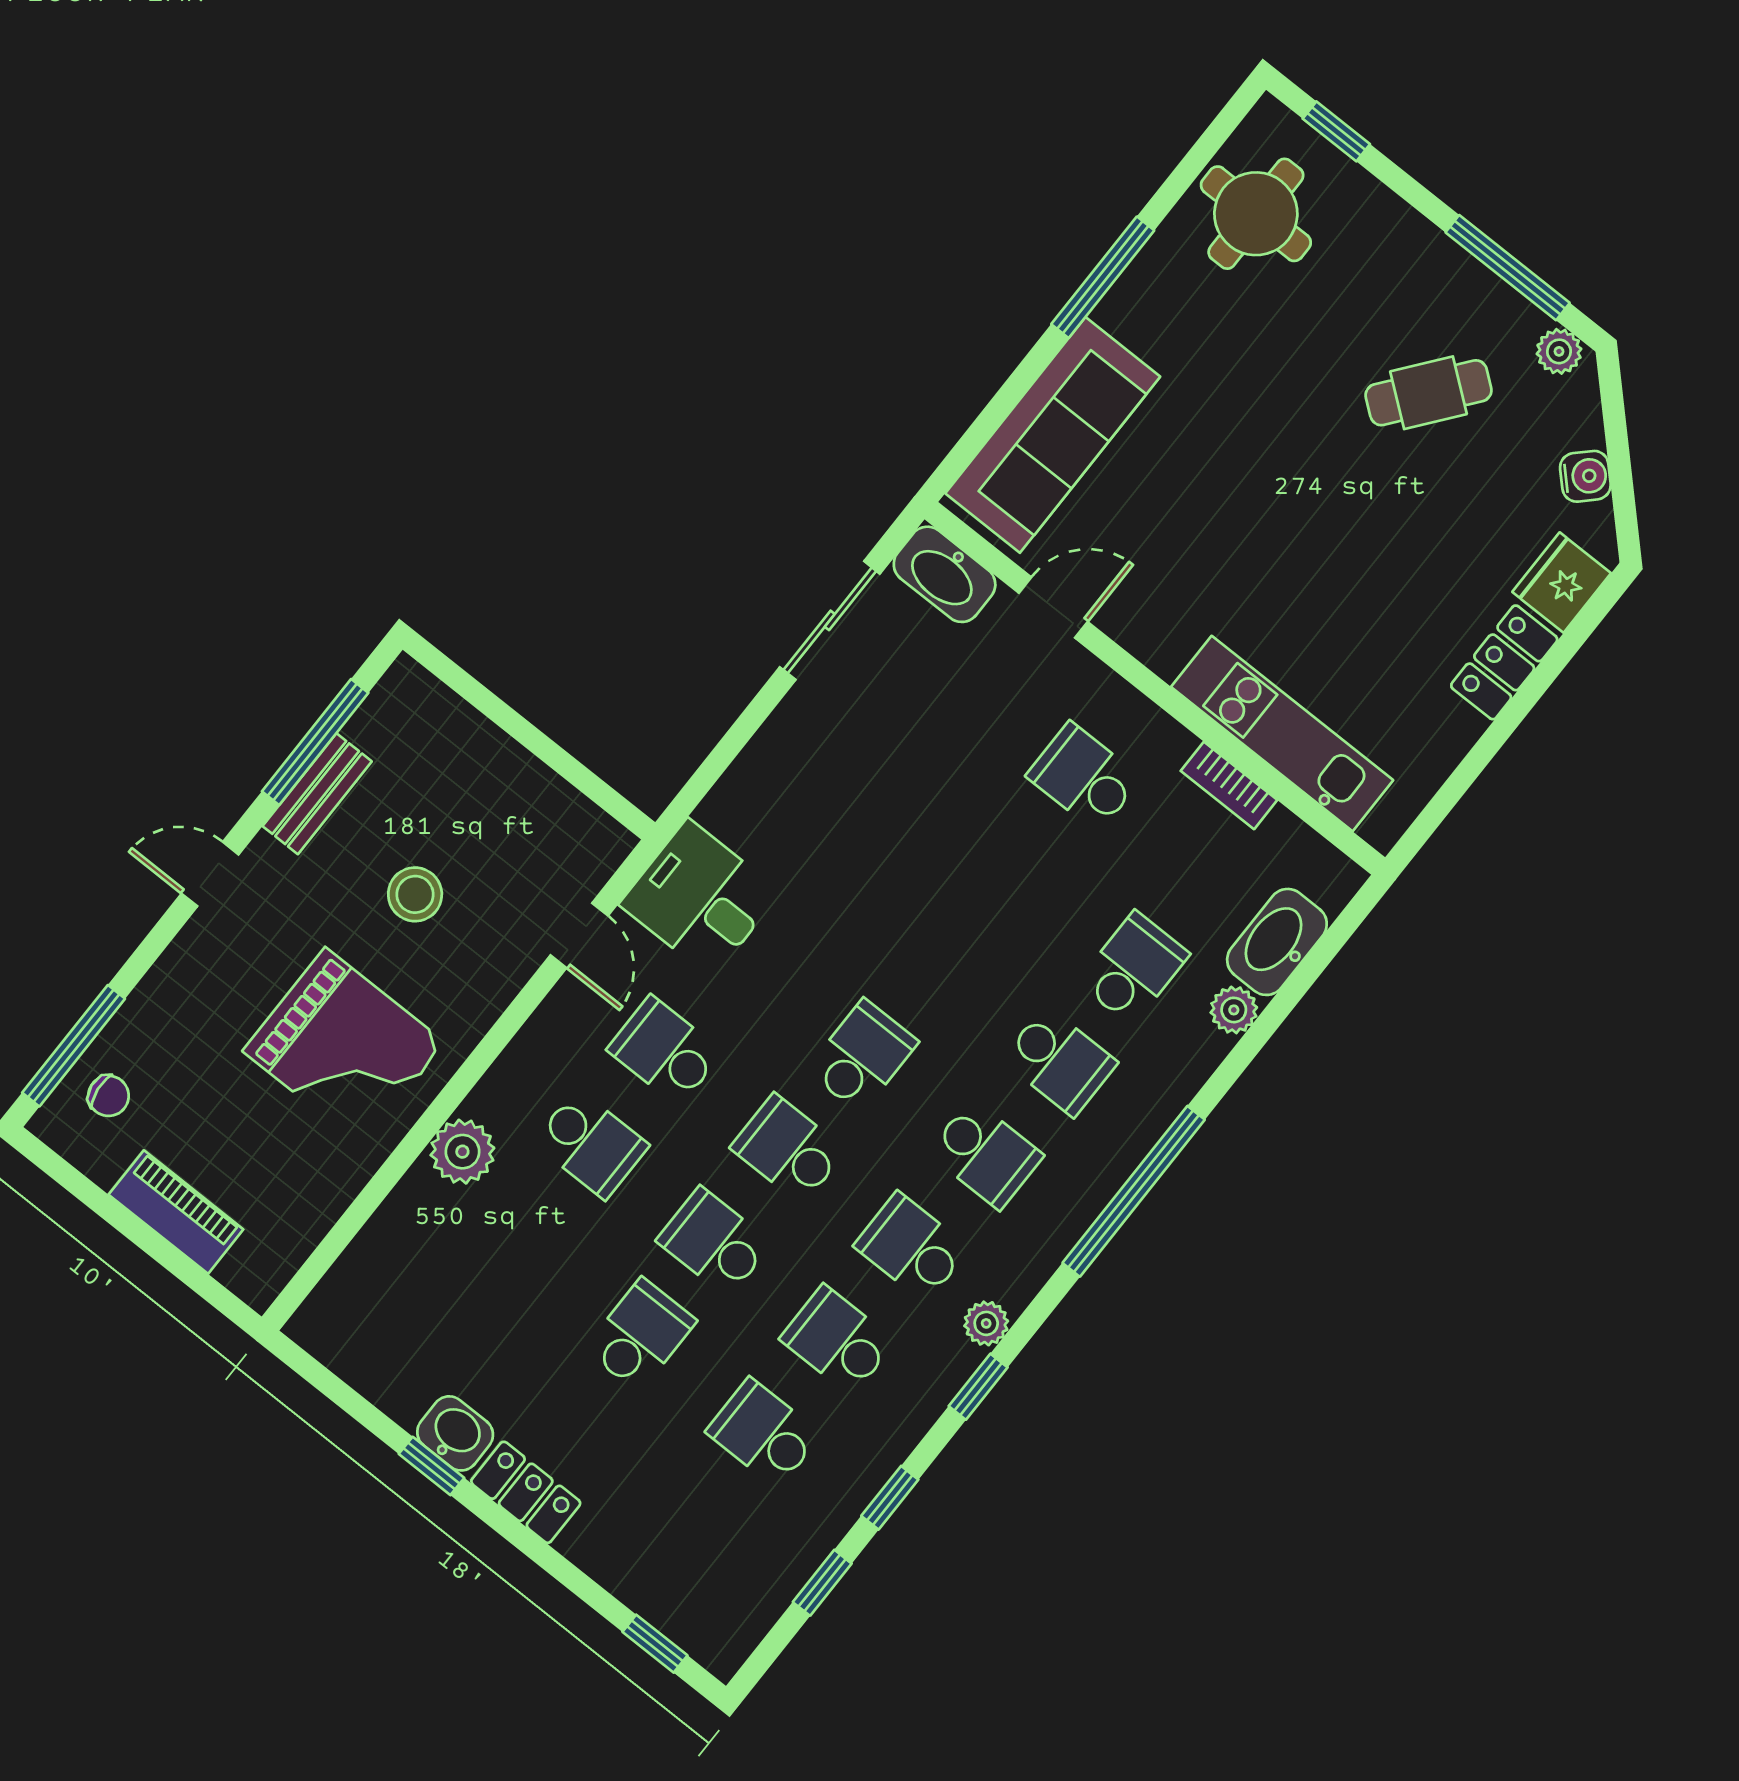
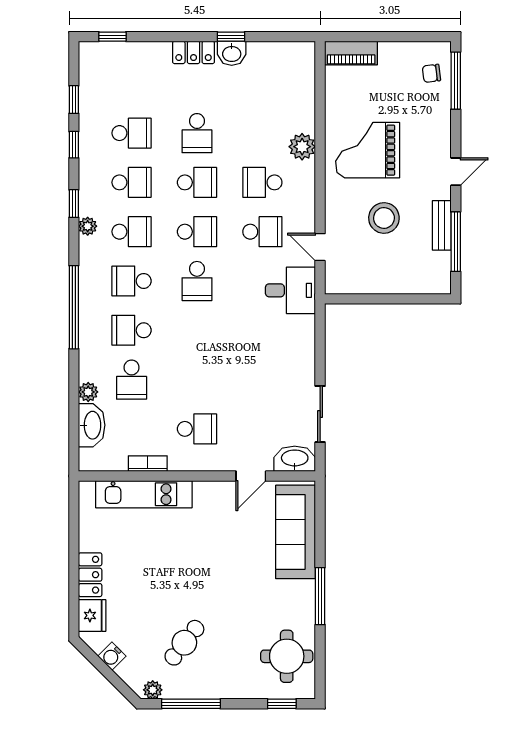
stool: (415, 894) -> (384, 218), width x1.38, depth x1.38
piano: (176, 1212) -> (351, 53), moved

